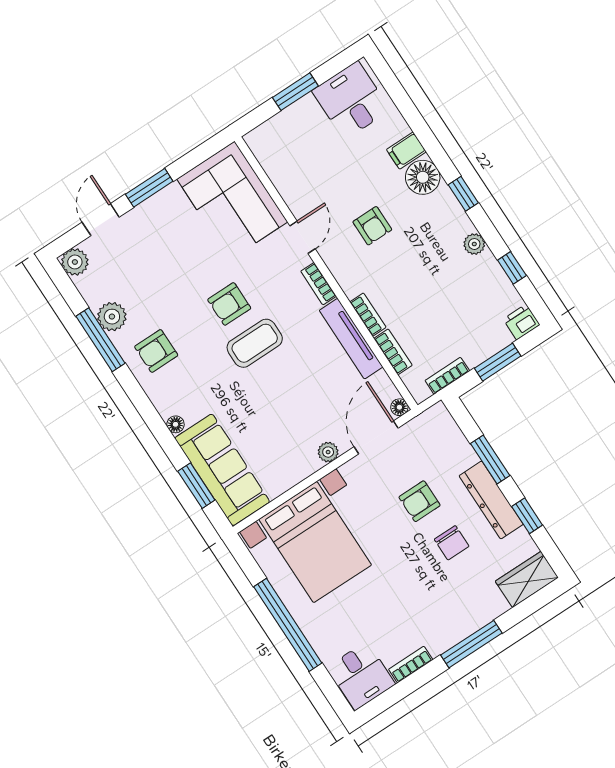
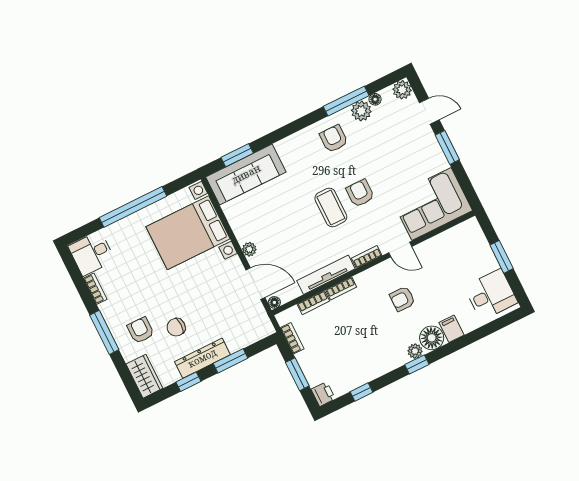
plant: (474, 244) -> (415, 351), moved
floor lamp: (176, 424) -> (375, 99), moved
armchair: (420, 501) -> (141, 330), moved

